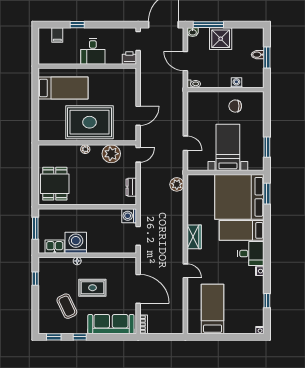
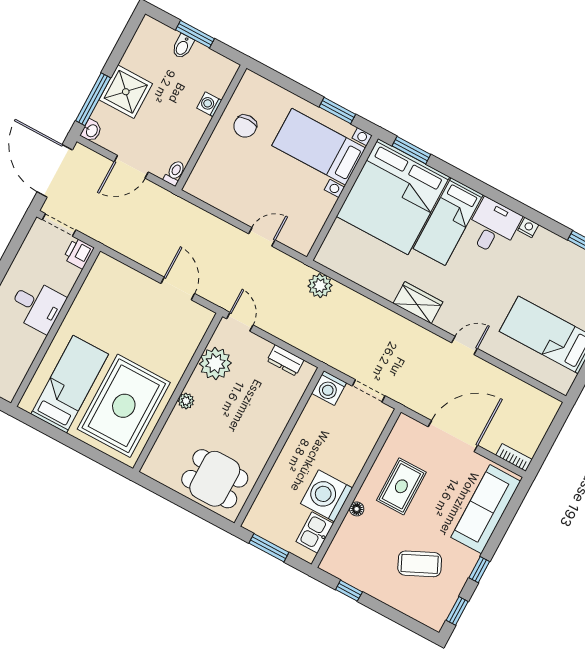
rug: (89, 122) -> (124, 406), moved
bed with nightstands: (228, 147) -> (319, 147), moved
rug: (92, 288) -> (401, 486), moved

